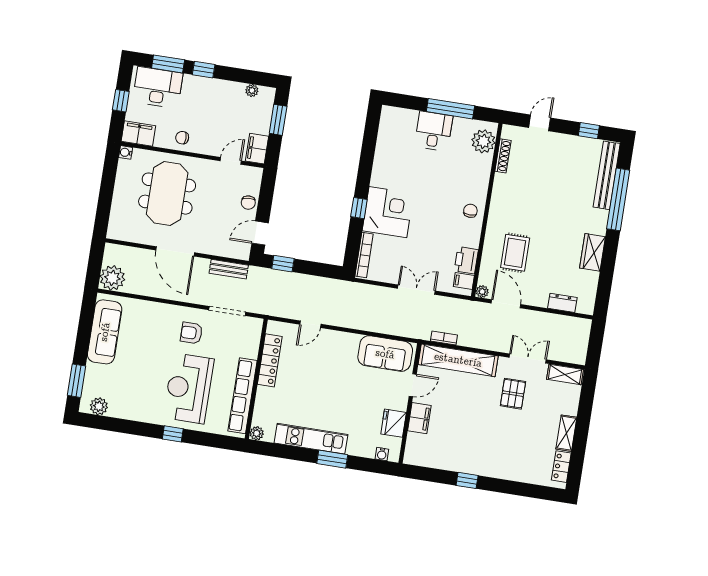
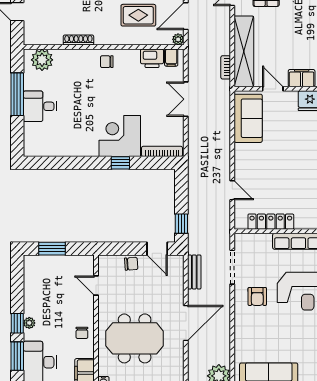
plant: (252, 91) -> (29, 323), moved
filing cabinet: (257, 149) -> (81, 264), removed
shoe rack: (503, 156) -> (78, 40), moved

